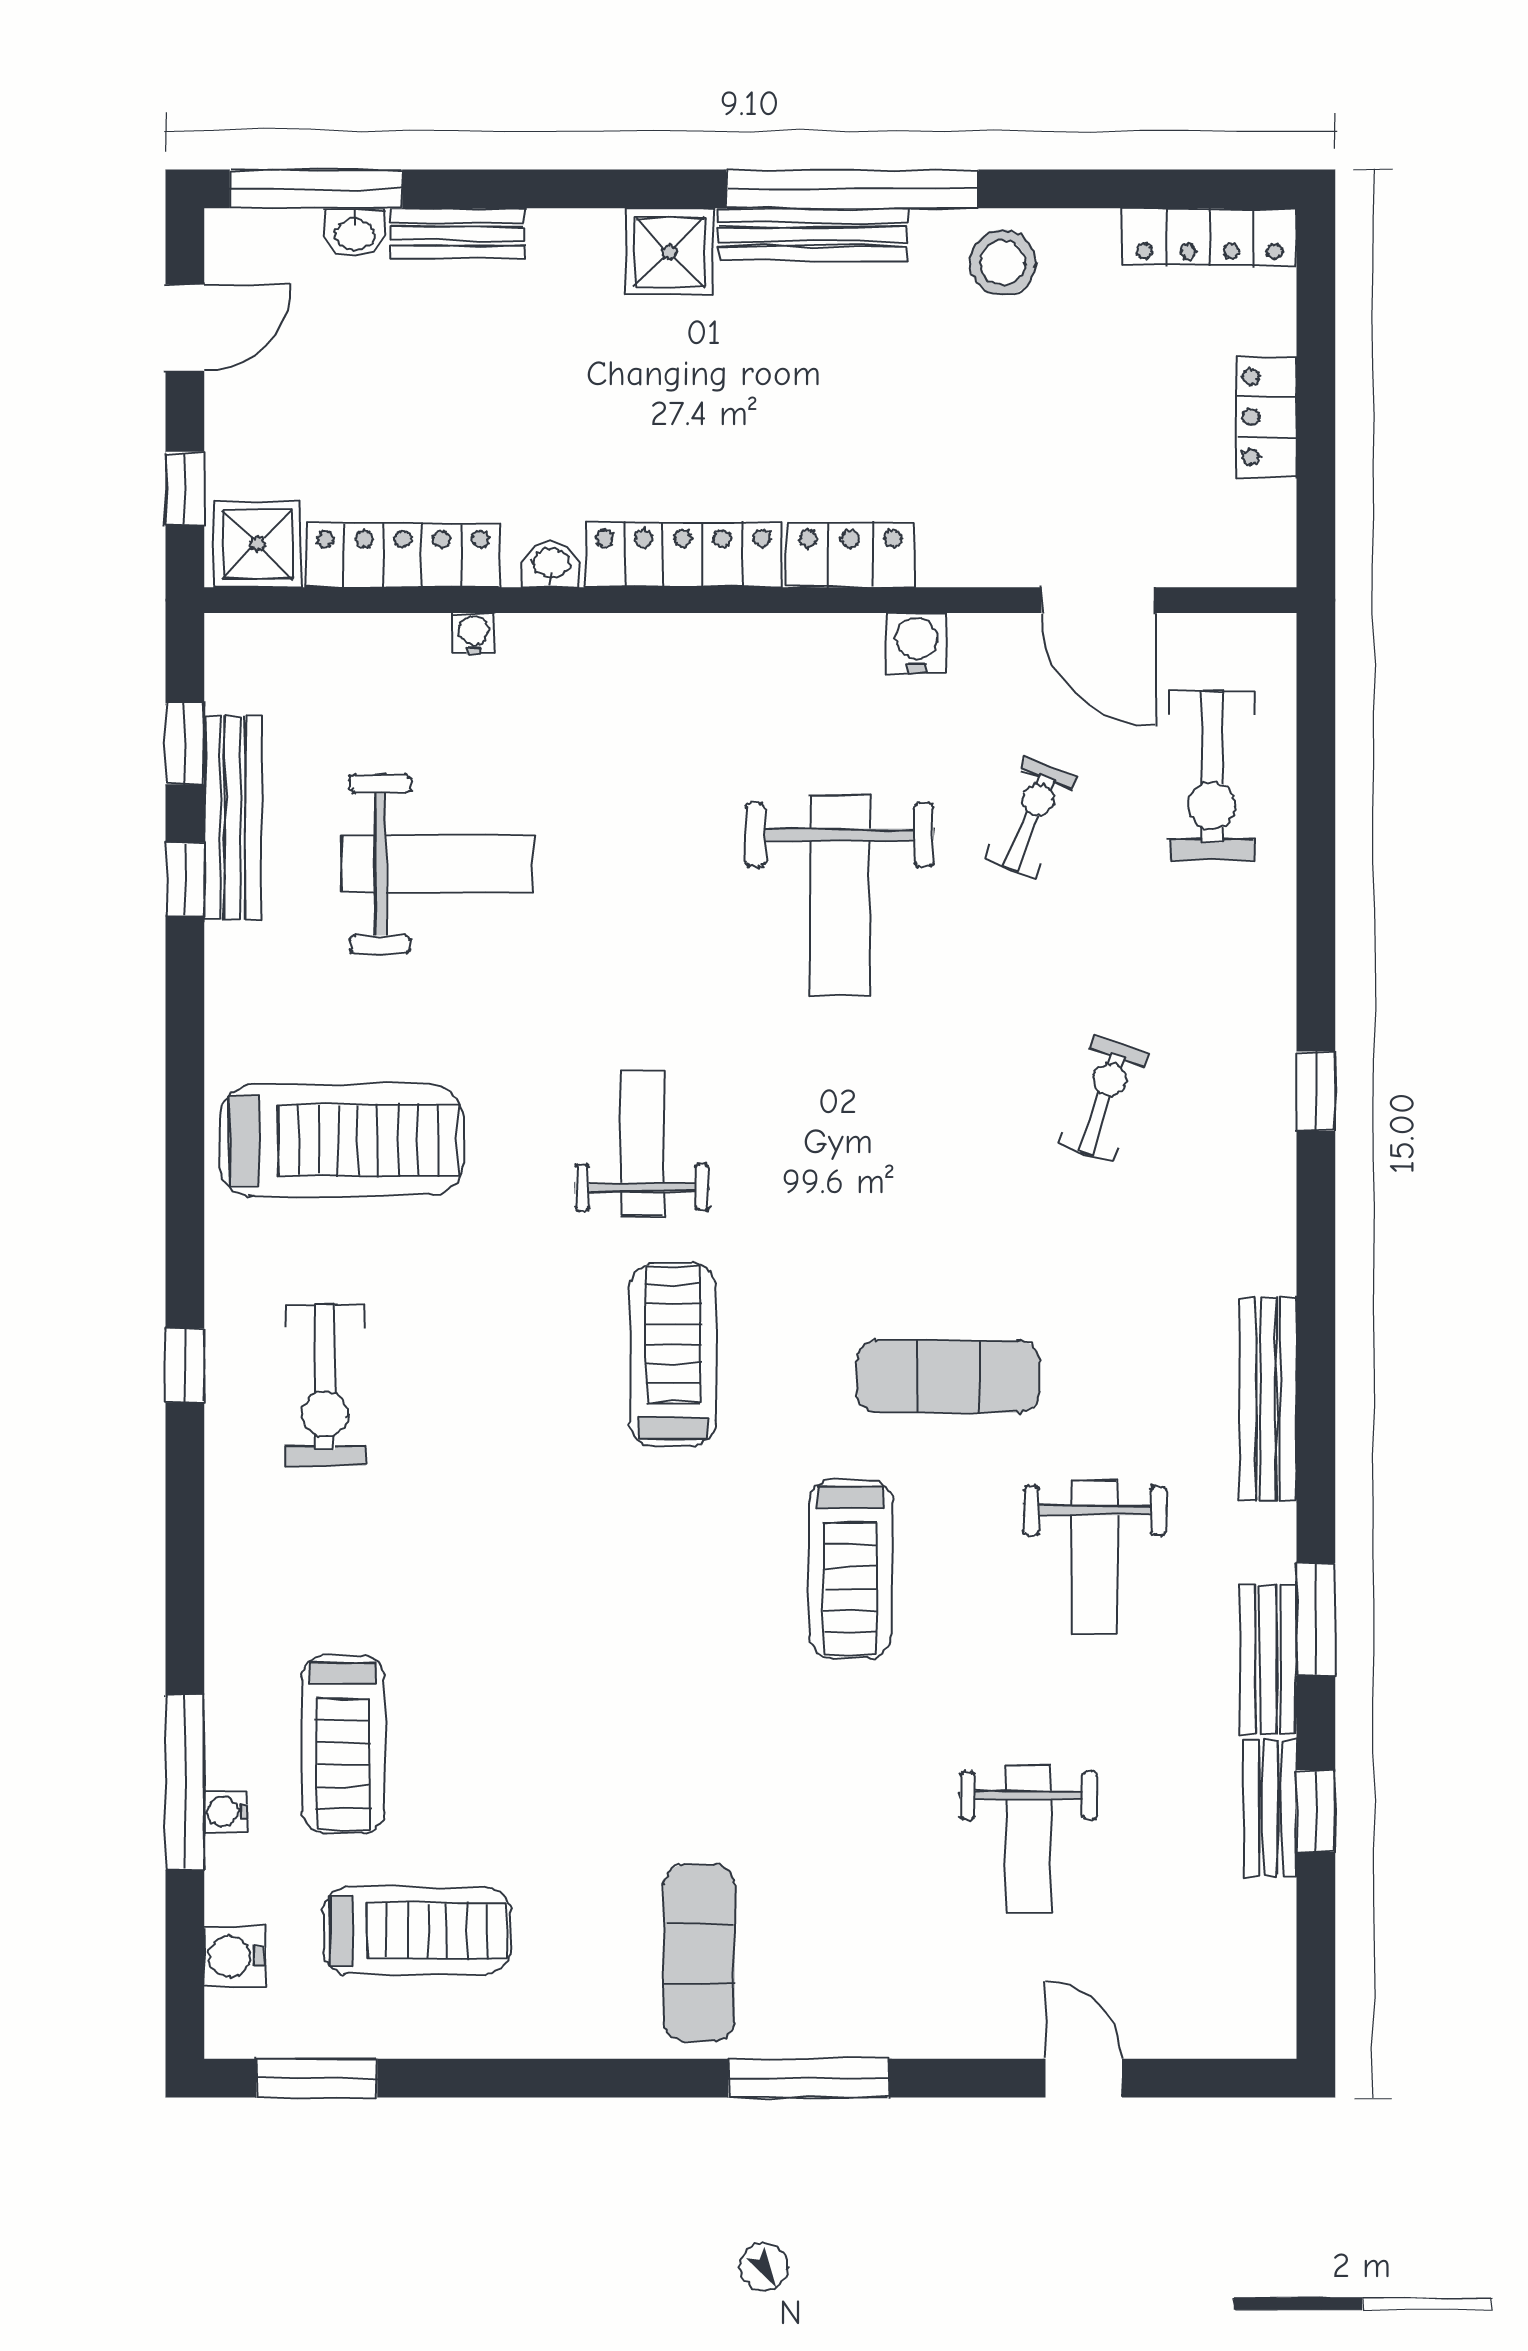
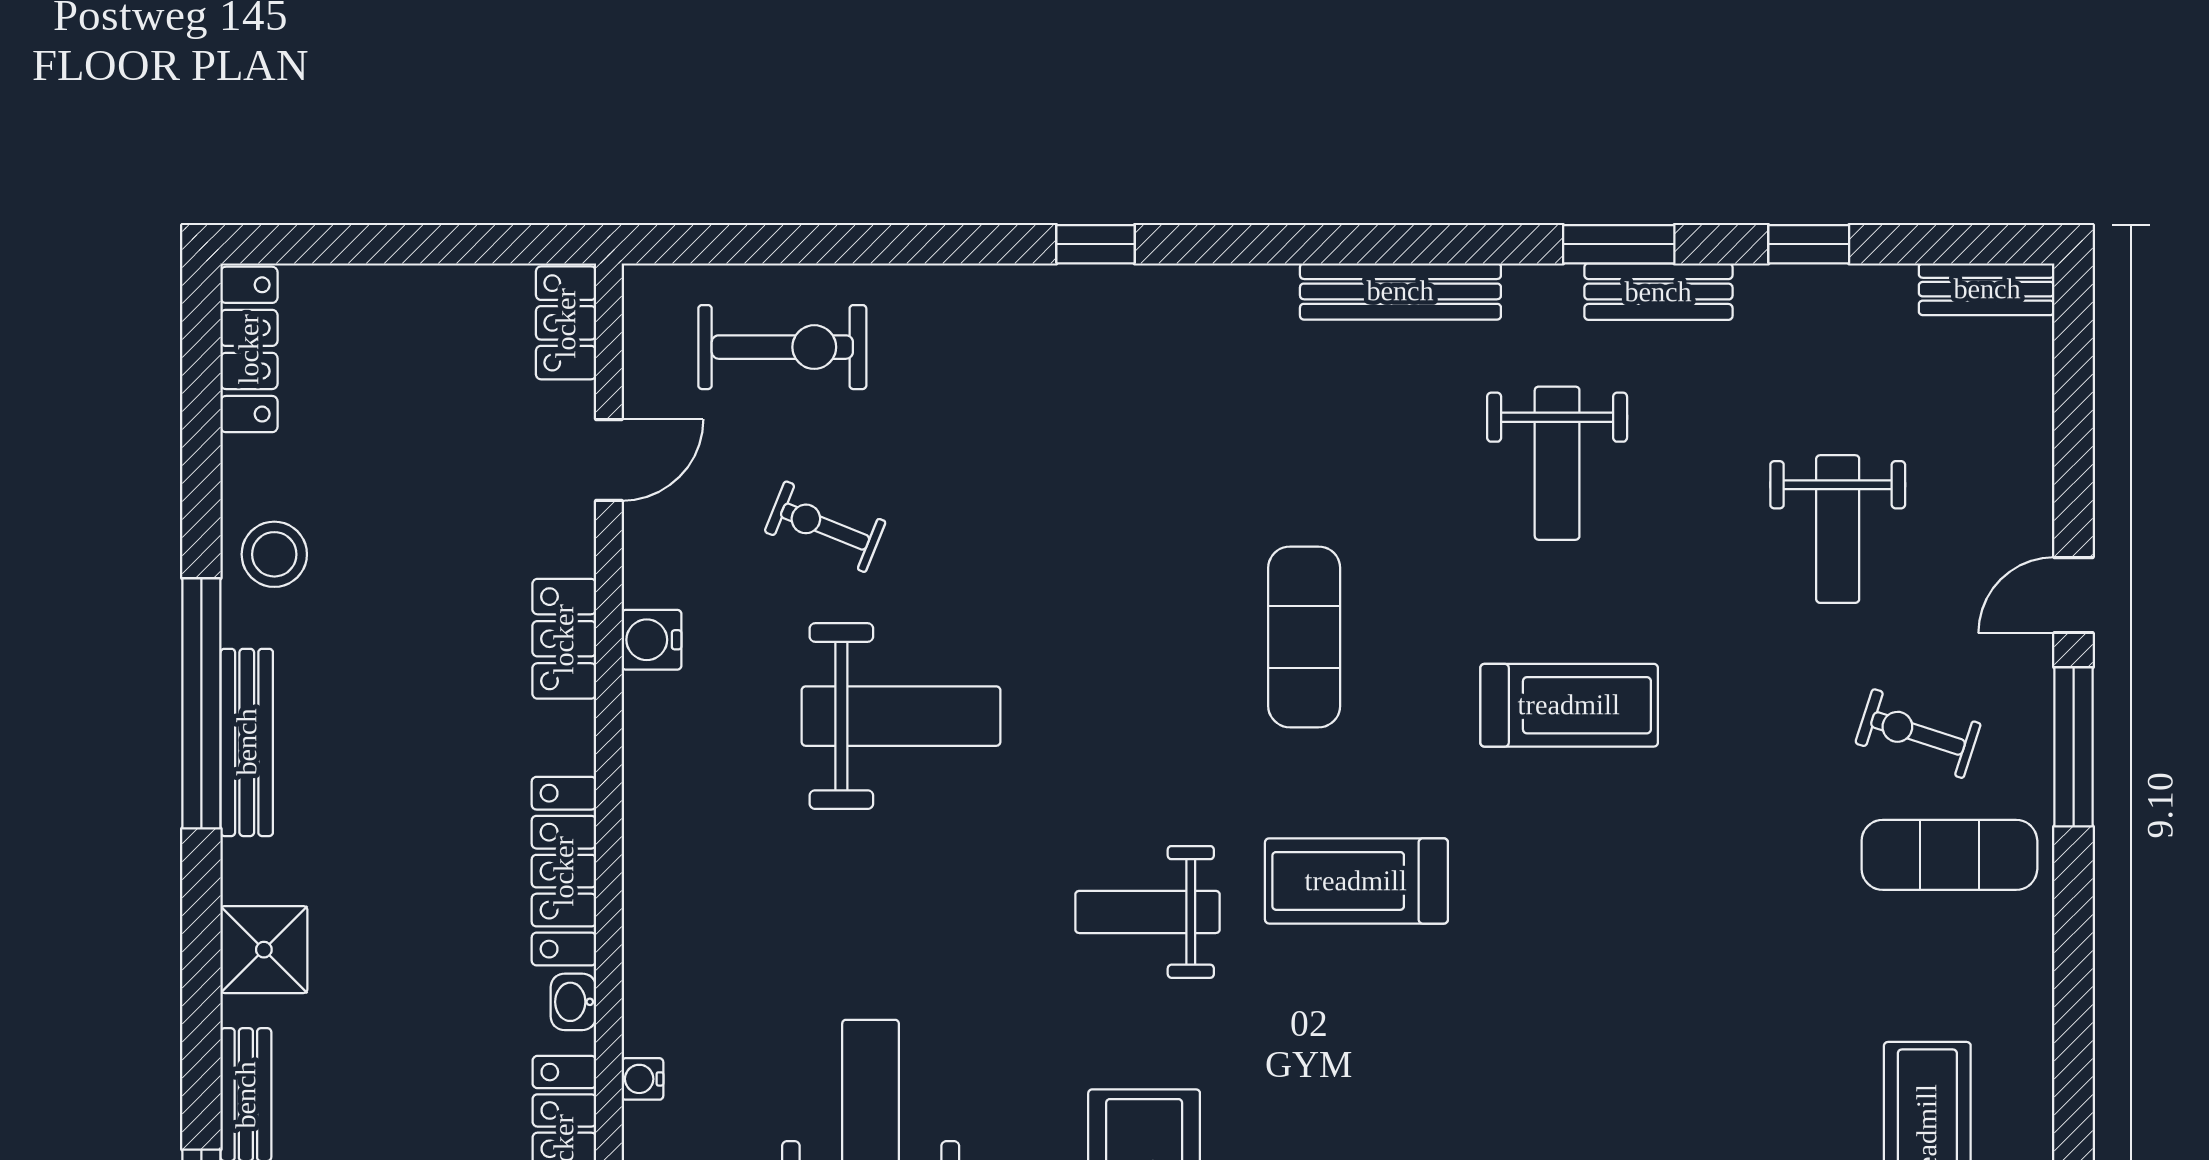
shower: (670, 252) -> (264, 950), moved
locker: (1266, 417) -> (566, 323), moved, turned 90
locker: (850, 555) -> (564, 639), moved
door: (1098, 600) -> (609, 460), width x0.73
exercise bike: (1103, 1099) -> (1918, 733), moved
exercise mat: (948, 1376) -> (1304, 637), moved
weight bench: (1095, 1557) -> (1557, 463), turned 90
bench: (1270, 1808) -> (1987, 289), moved
weight bench: (1028, 1840) -> (1838, 529), turned 90
door: (1084, 2078) -> (2074, 595), moved

